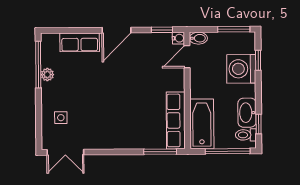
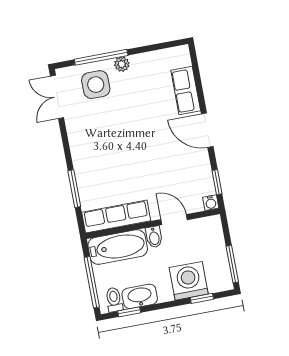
bidet: (198, 38) -> (154, 237), moved
door: (187, 57) -> (174, 220), moved
window: (38, 65) -> (101, 57), moved
plant: (47, 75) -> (122, 64), moved
side table: (61, 118) -> (96, 85), width x1.87, depth x1.87
window: (160, 152) -> (74, 189), moved

